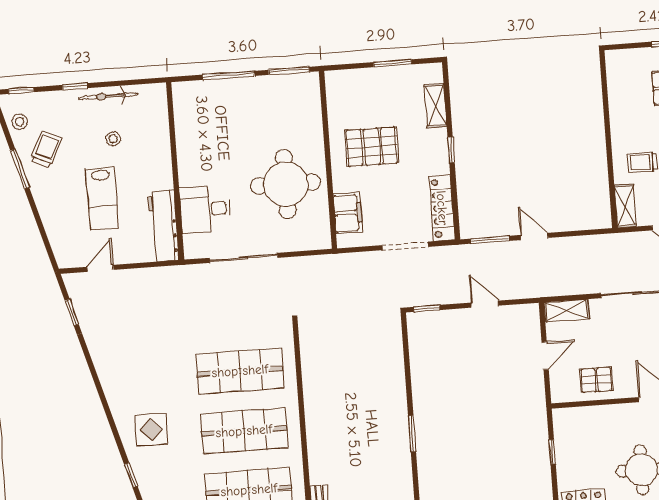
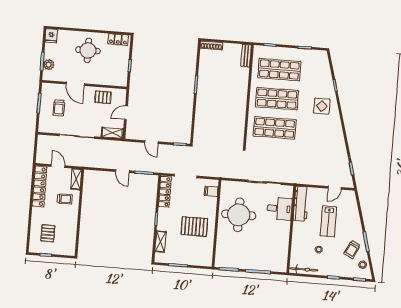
bicycle: (108, 96) -> (304, 269), moved
lab bench: (102, 198) -> (328, 221), turned 180
filing cabinet: (348, 213) -> (211, 191), width x0.50

